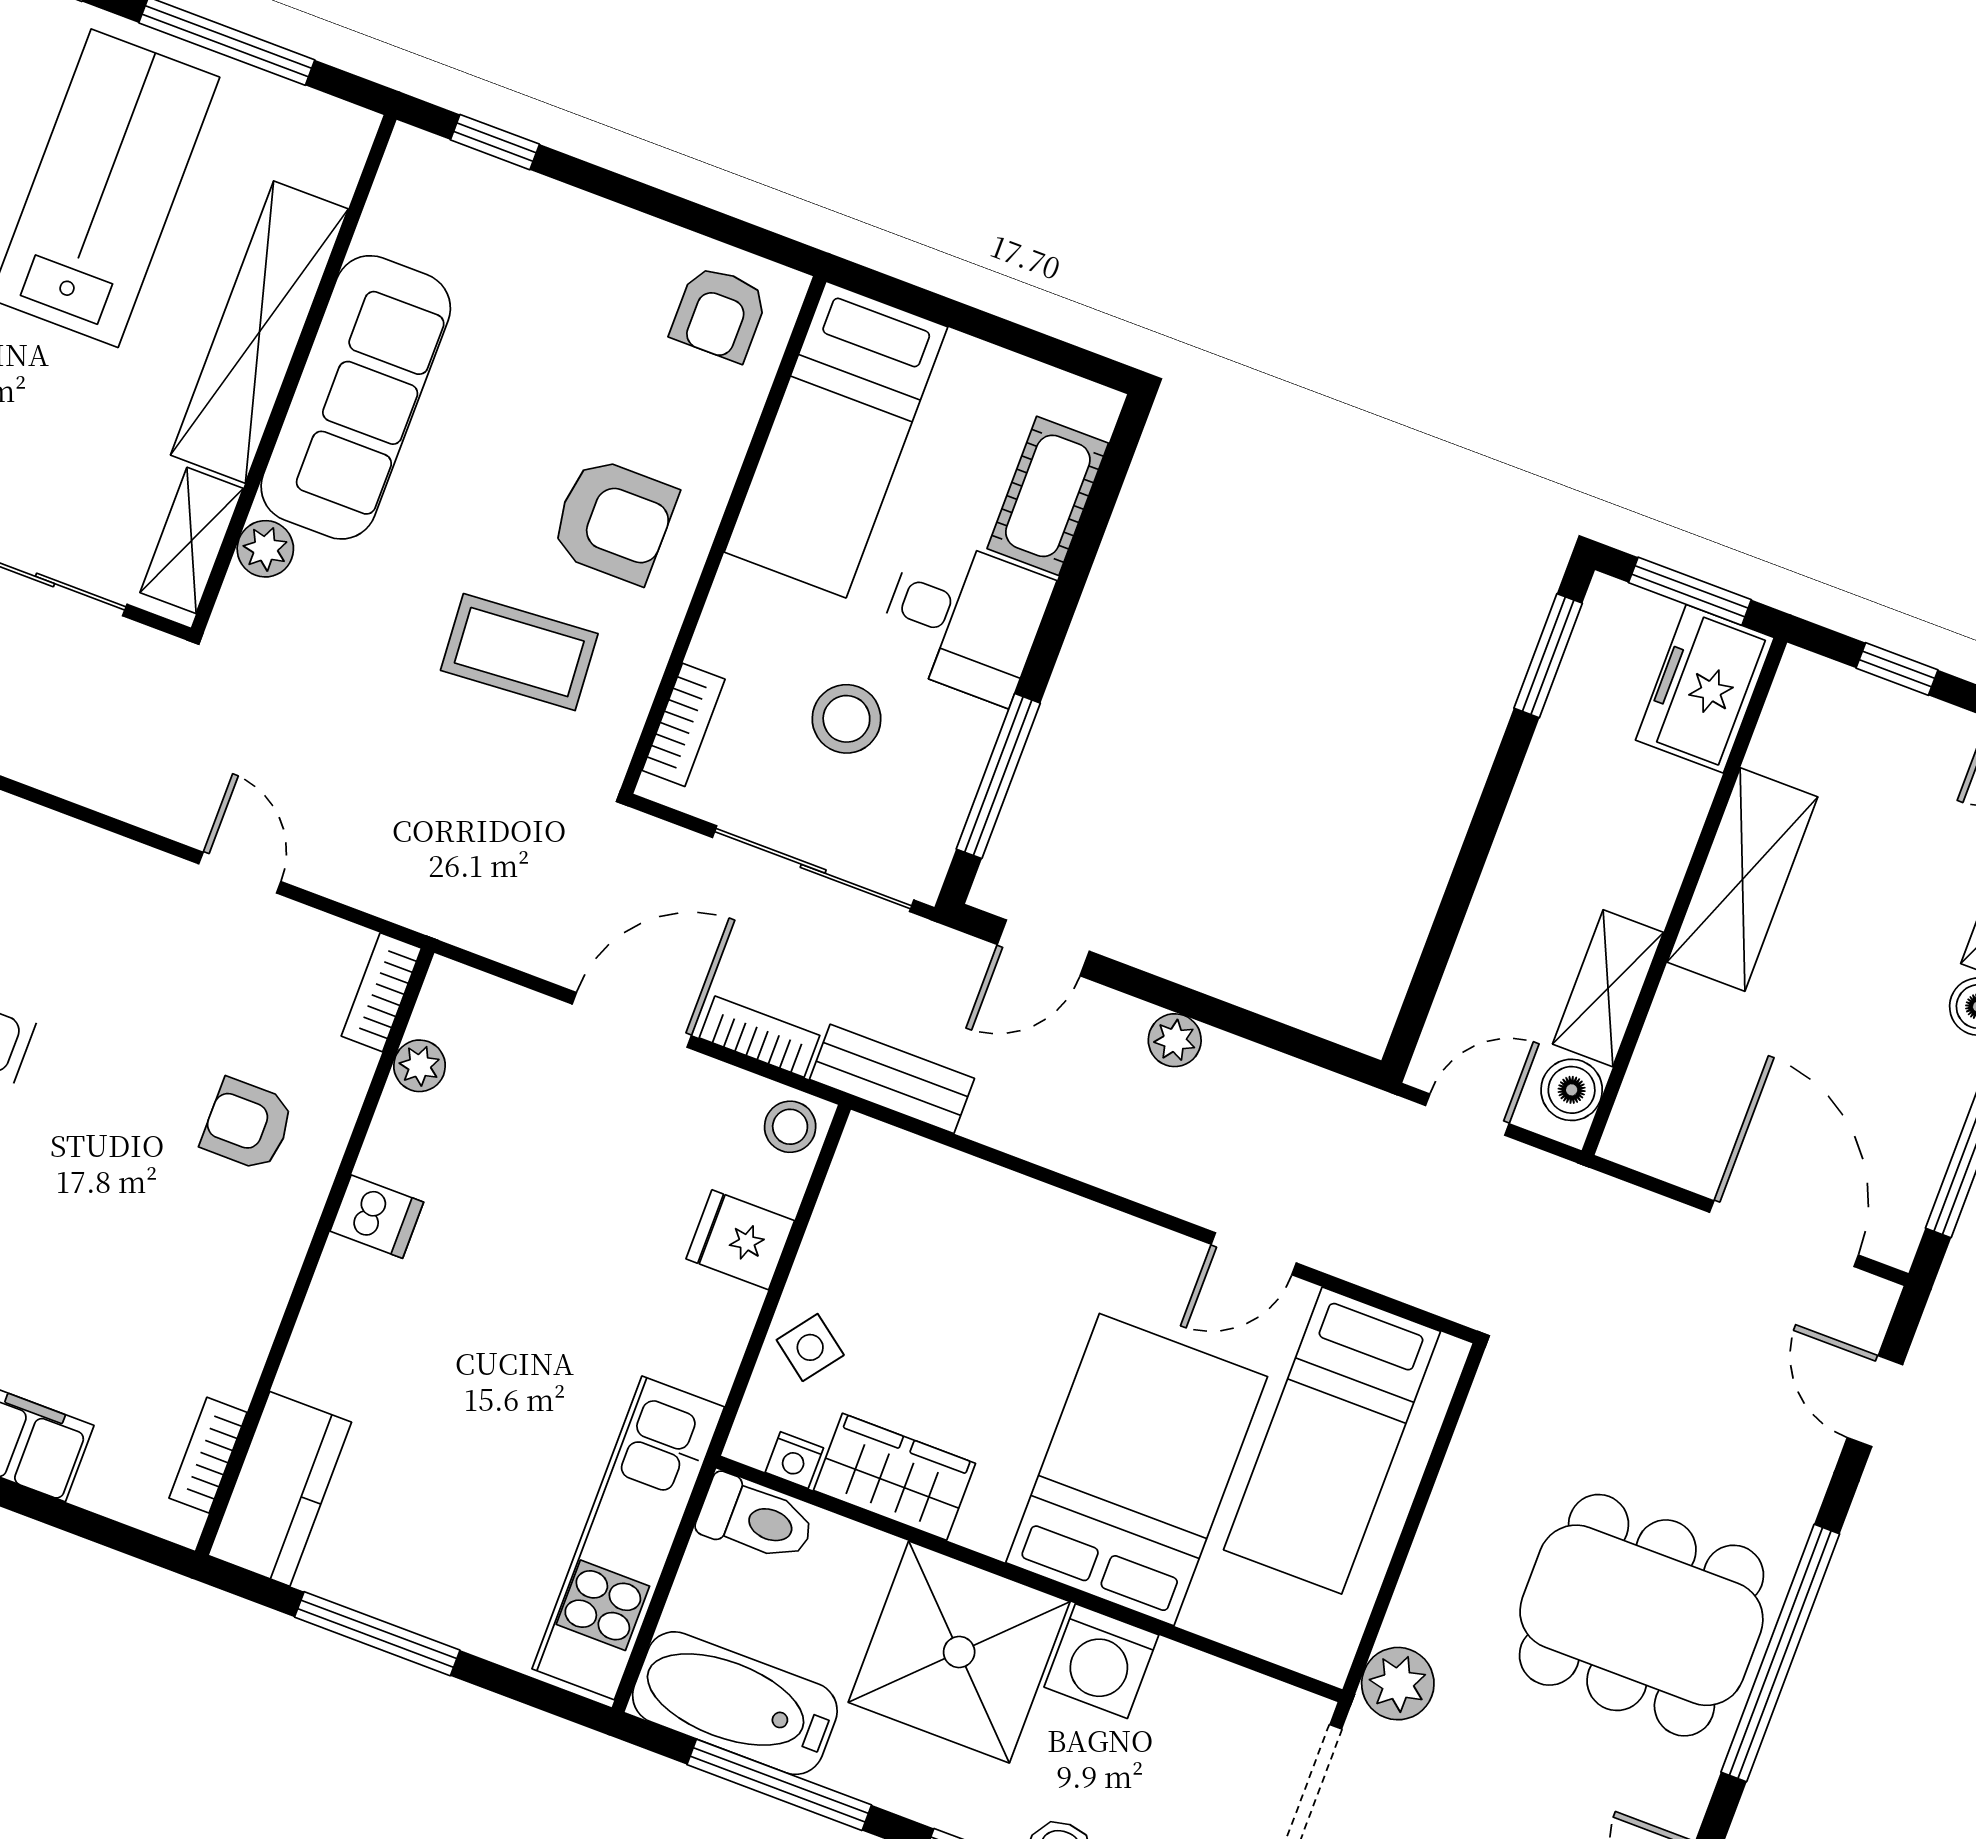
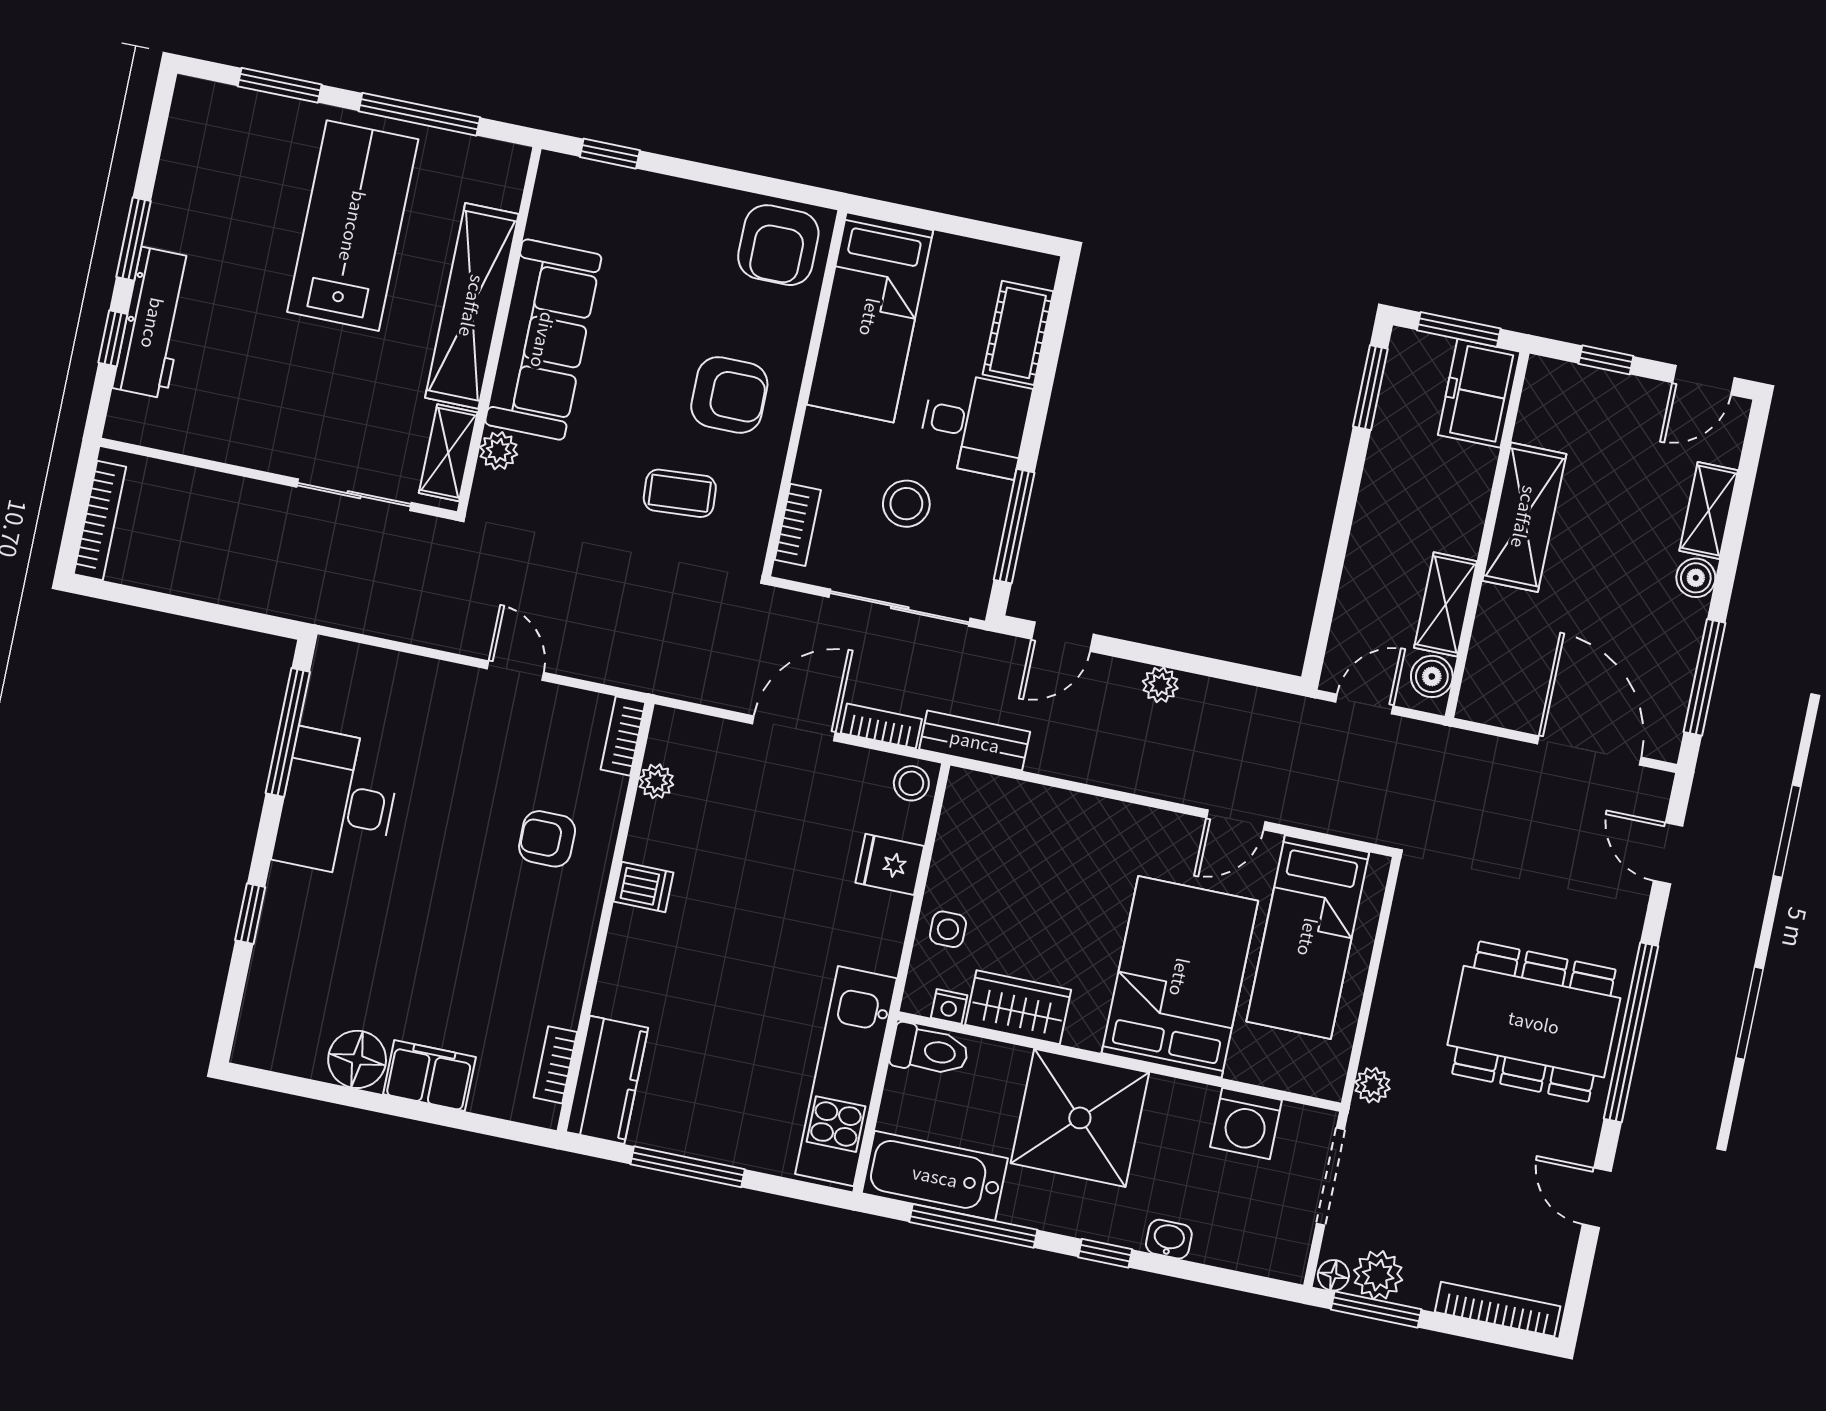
armchair: (719, 313) -> (778, 245), width x1.38, depth x1.38
coffee table: (519, 652) -> (680, 493), width x0.73, depth x0.77
side table: (810, 1347) -> (948, 929), turned -37
washing machine: (1101, 1661) -> (1246, 1124), moved
plant: (1398, 1684) -> (1372, 1085), width x0.73, depth x0.73

